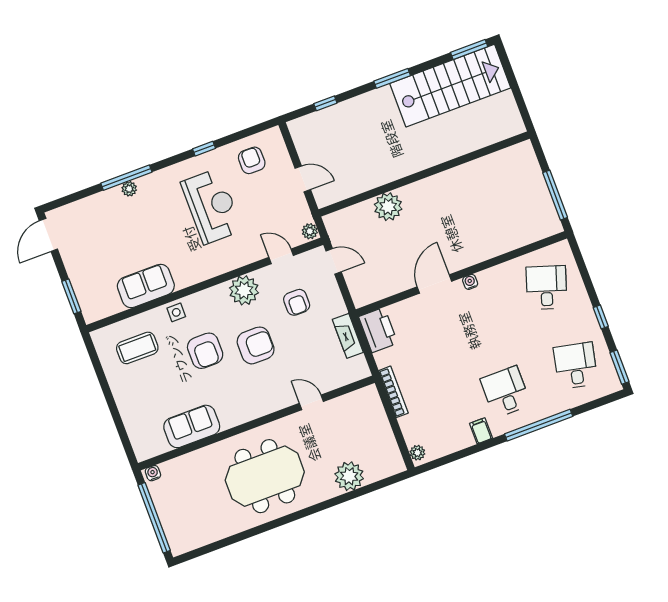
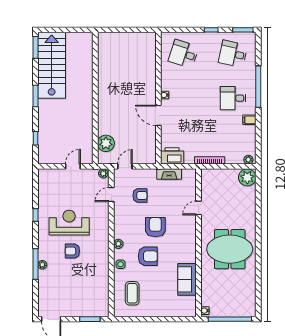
armchair: (252, 160) -> (72, 251), moved
window: (555, 195) -> (134, 30), removed
plant: (388, 207) -> (106, 143), moved
sofa: (146, 286) -> (100, 276), removed
plant: (244, 290) -> (118, 244), moved, width x0.53, depth x0.53
meeting table: (265, 476) -> (230, 249), turned 90
plant: (349, 476) -> (247, 177), moved

